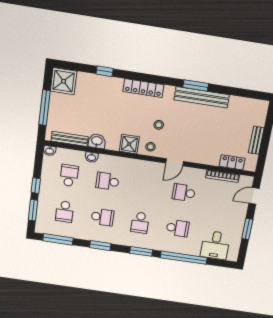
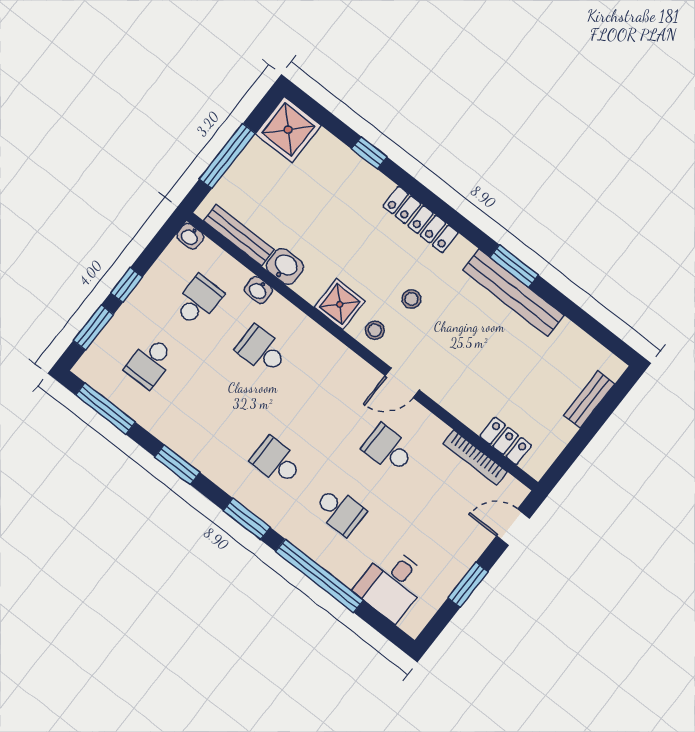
bench: (256, 140) -> (589, 399), moved
school desk: (102, 217) -> (213, 412), removed
school desk: (140, 223) -> (276, 462), turned 90

